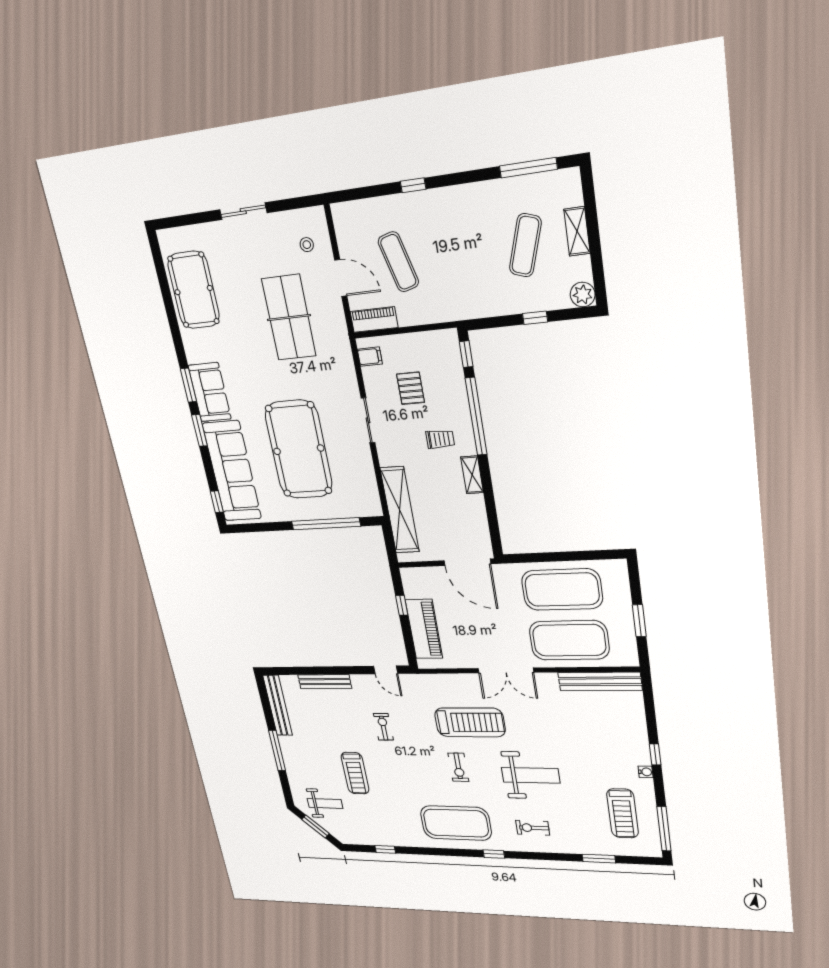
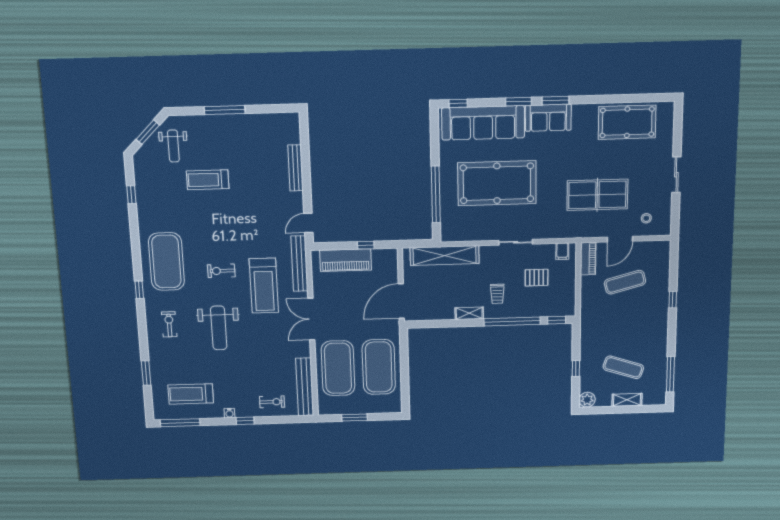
bench: (278, 705) -> (299, 264), moved, turned 90
exercise bike: (383, 727) -> (272, 402), moved

